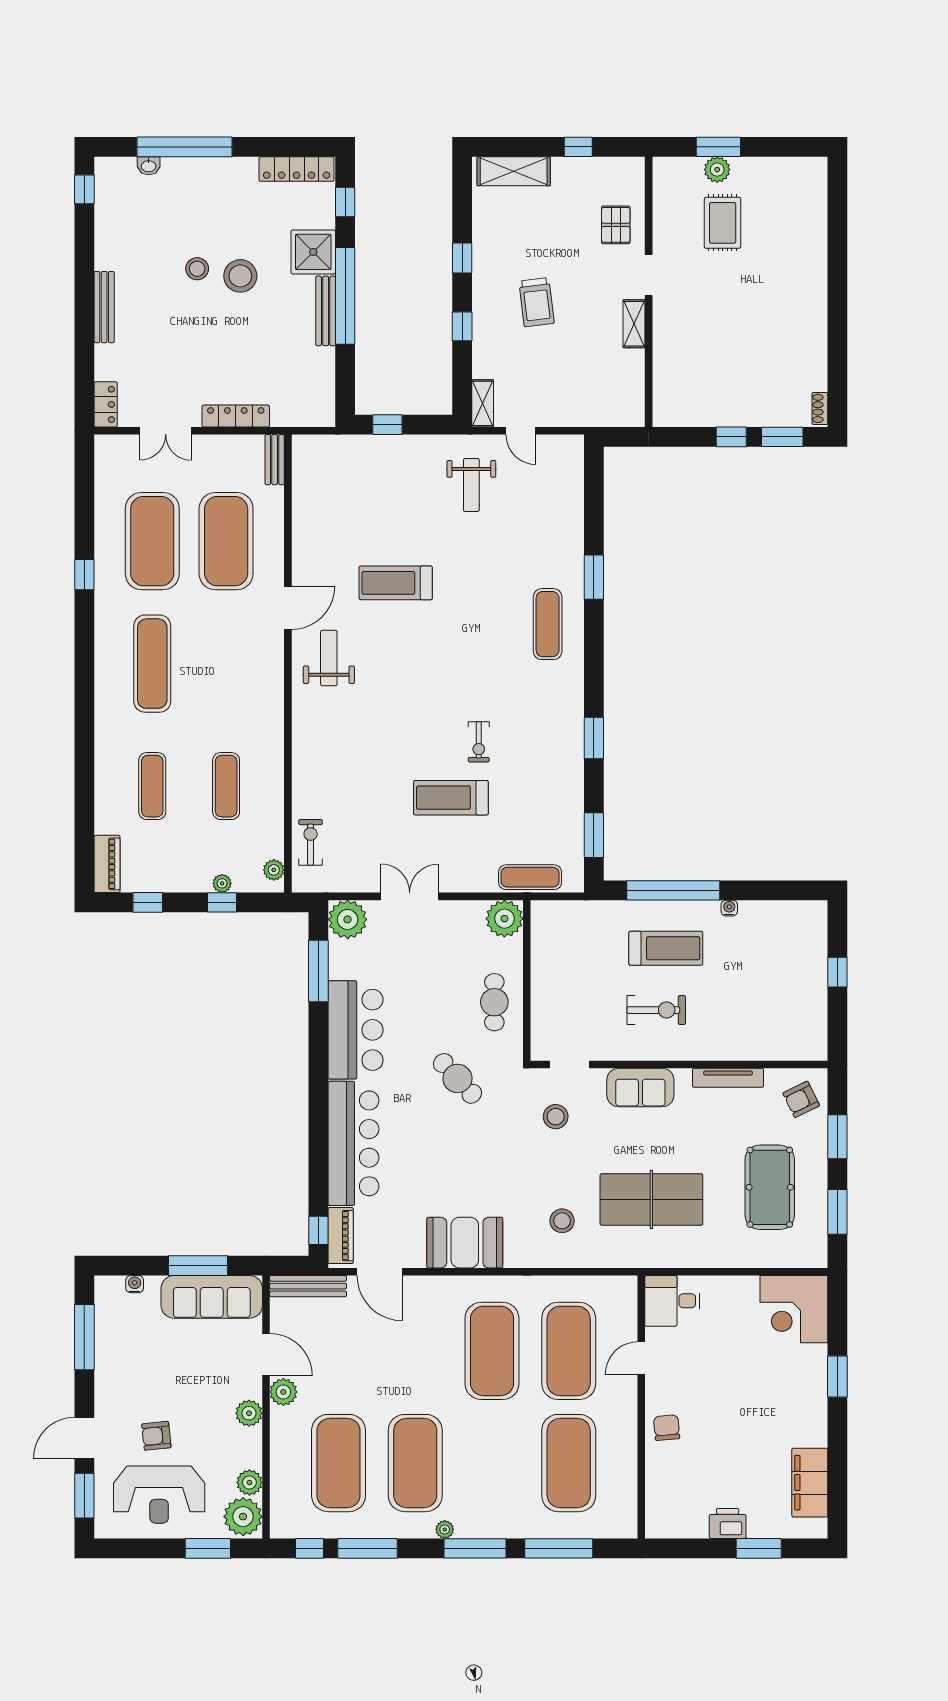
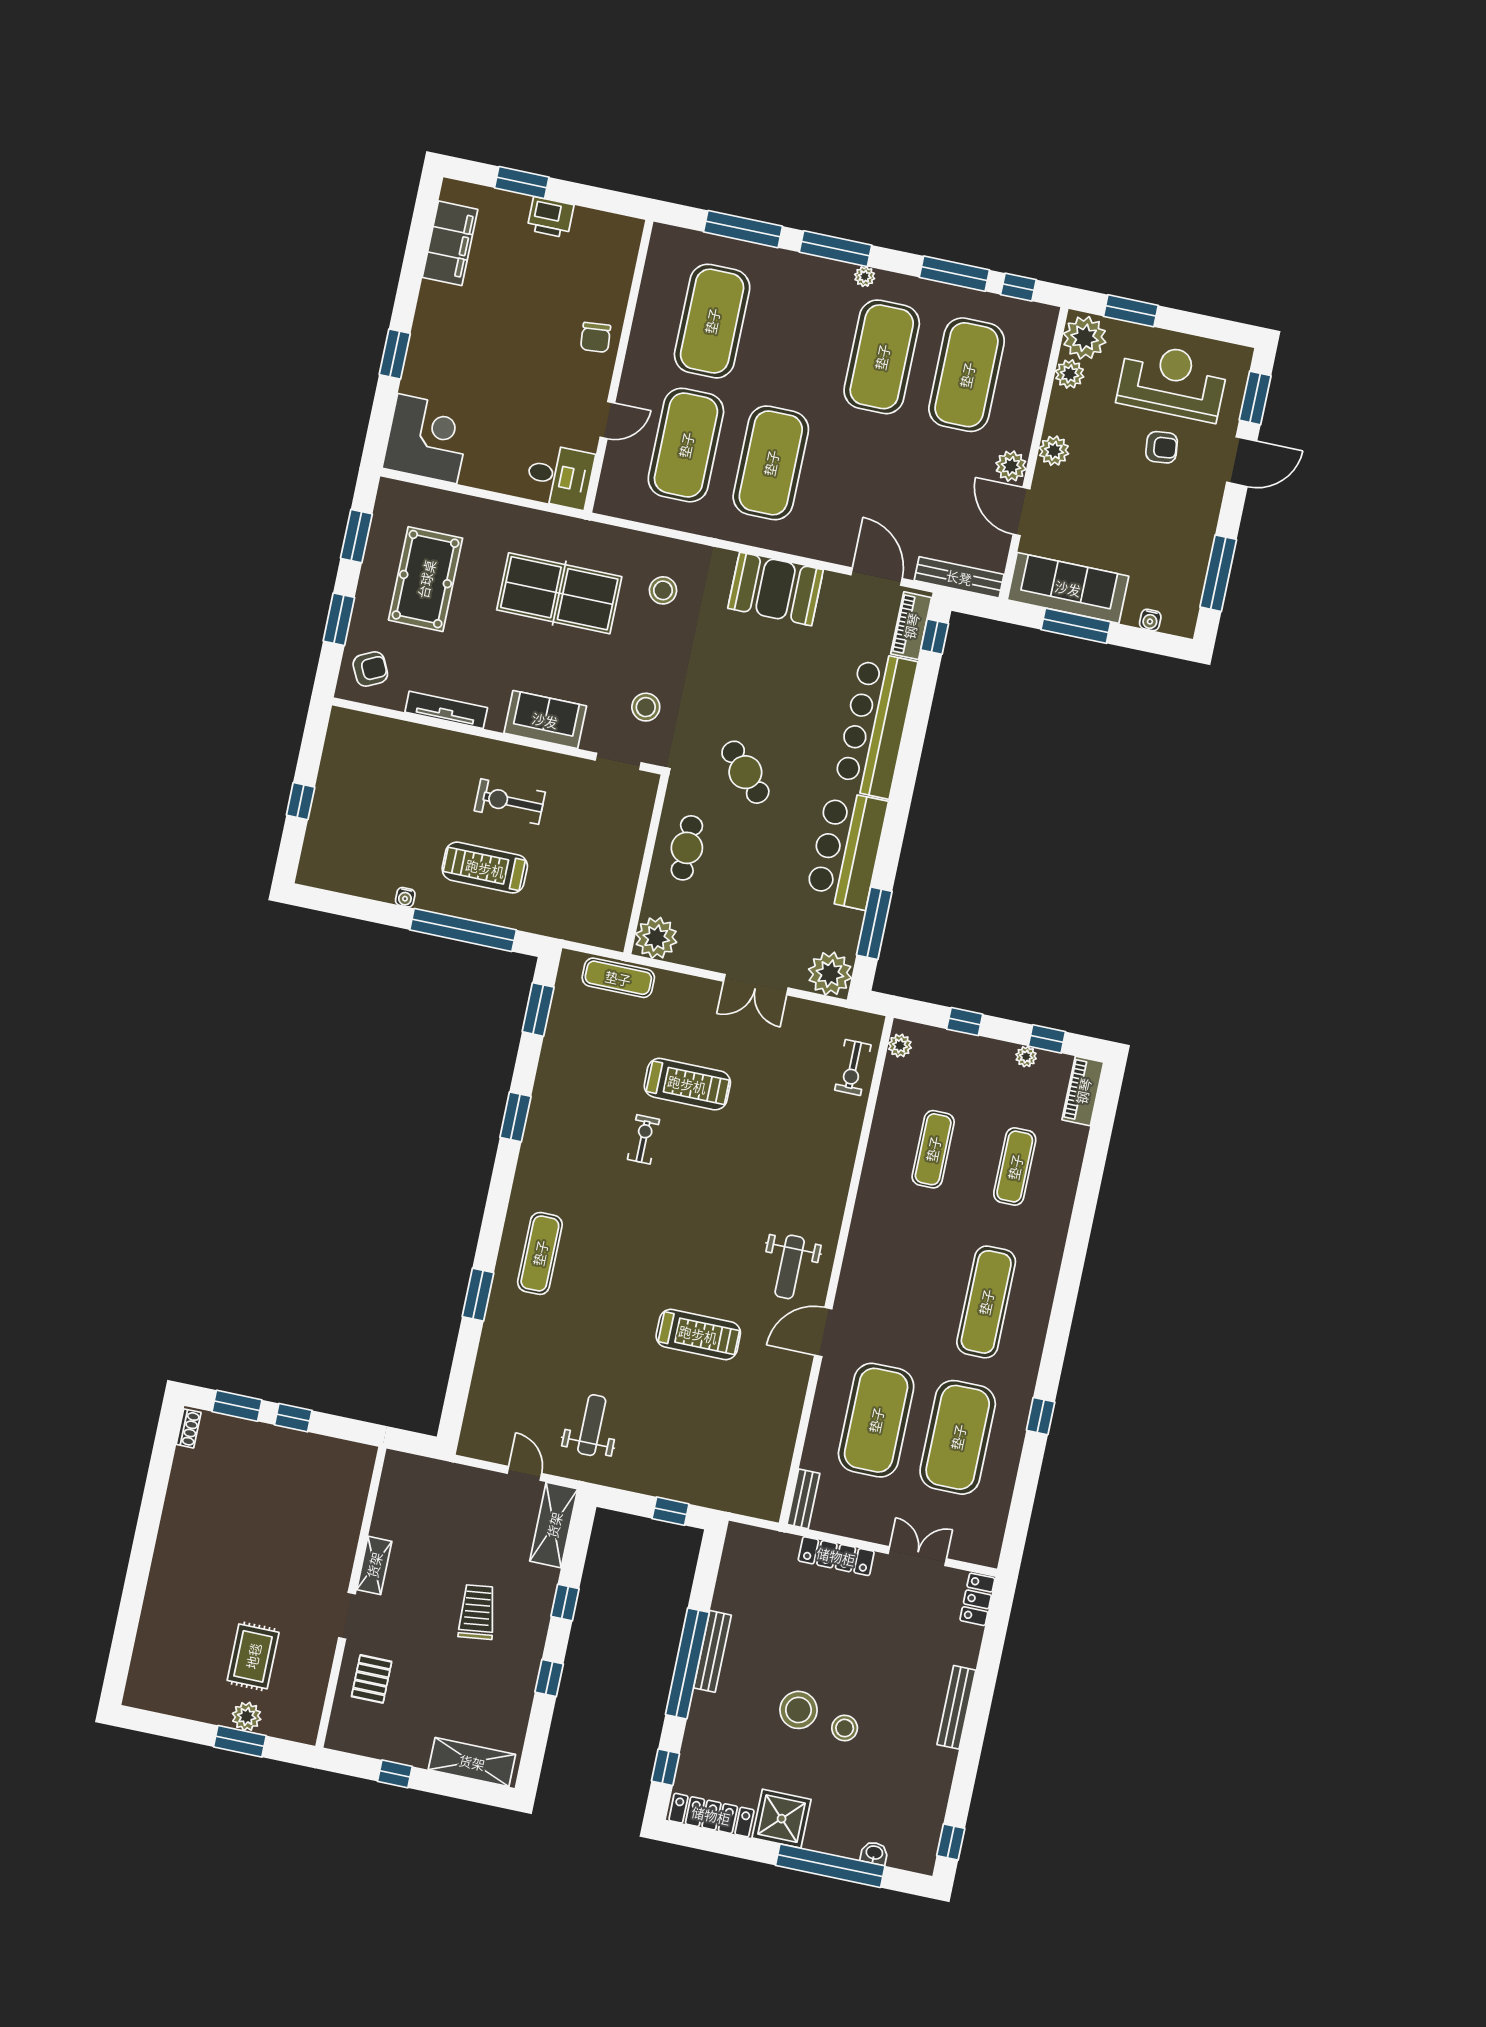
shower: (313, 252) -> (782, 1819), moved
shelving: (483, 403) -> (554, 1525), width x1.50, depth x1.33
plant: (222, 883) -> (1026, 1057), moved

